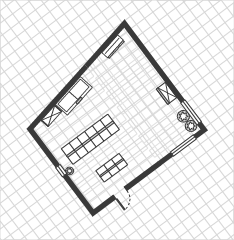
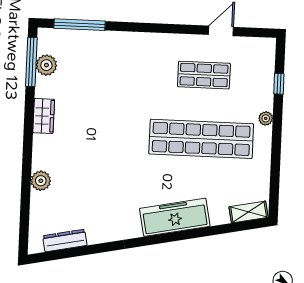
shelving: (51, 116) -> (249, 212), moved
plant: (191, 126) -> (41, 181), moved
window: (61, 171) -> (279, 84), moved

